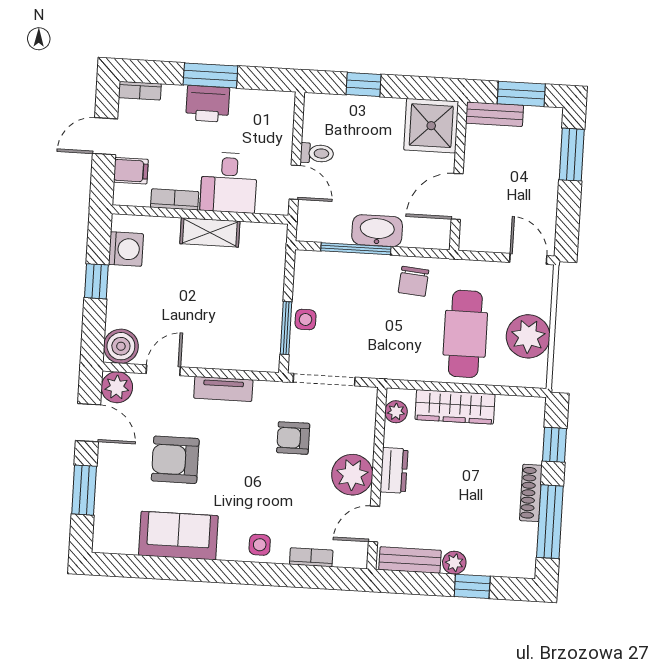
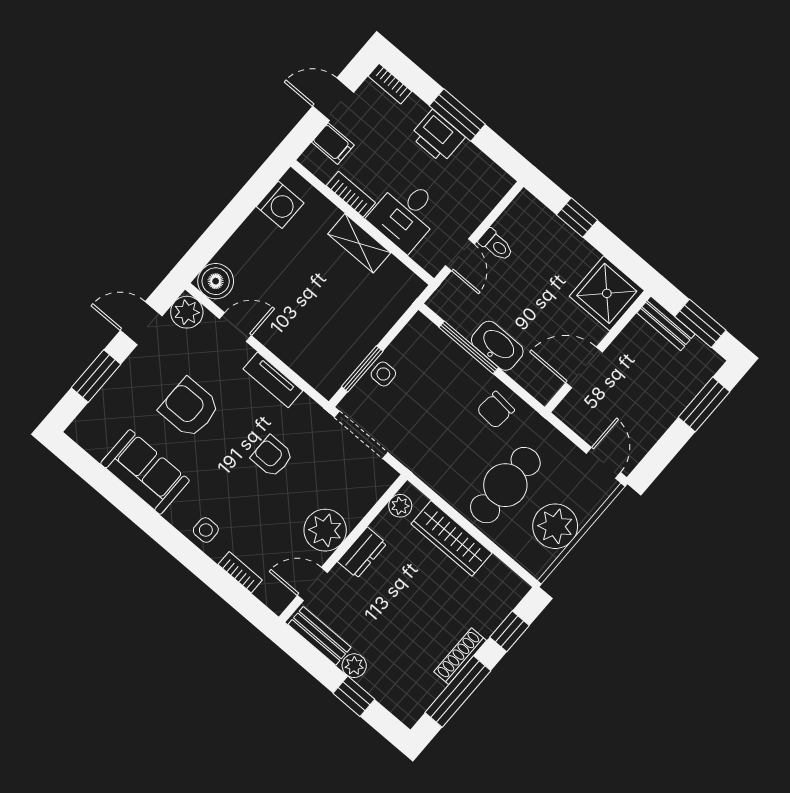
window: (96, 281) -> (236, 213), removed
door: (88, 423) -> (141, 323), swing flipped
armchair: (293, 438) -> (272, 456), moved

